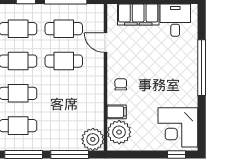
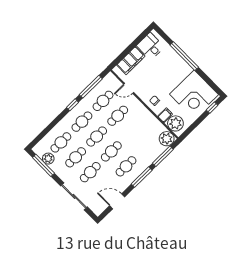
corner desk: (178, 127) -> (194, 94), width x1.36, depth x1.36

